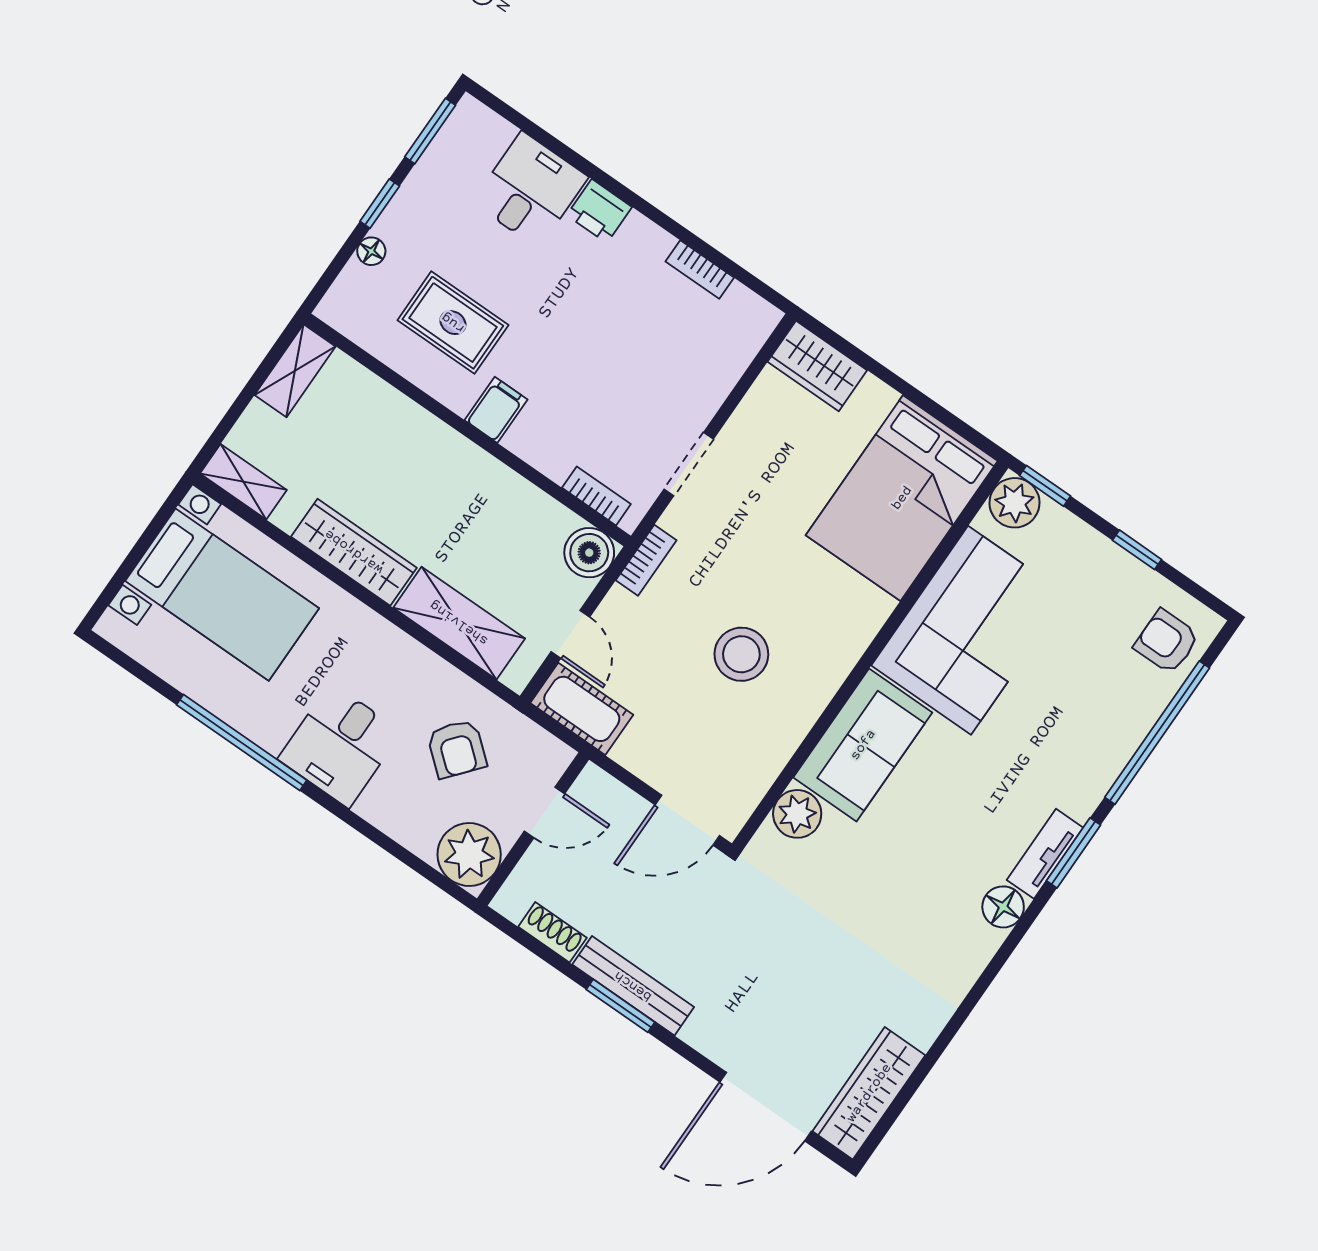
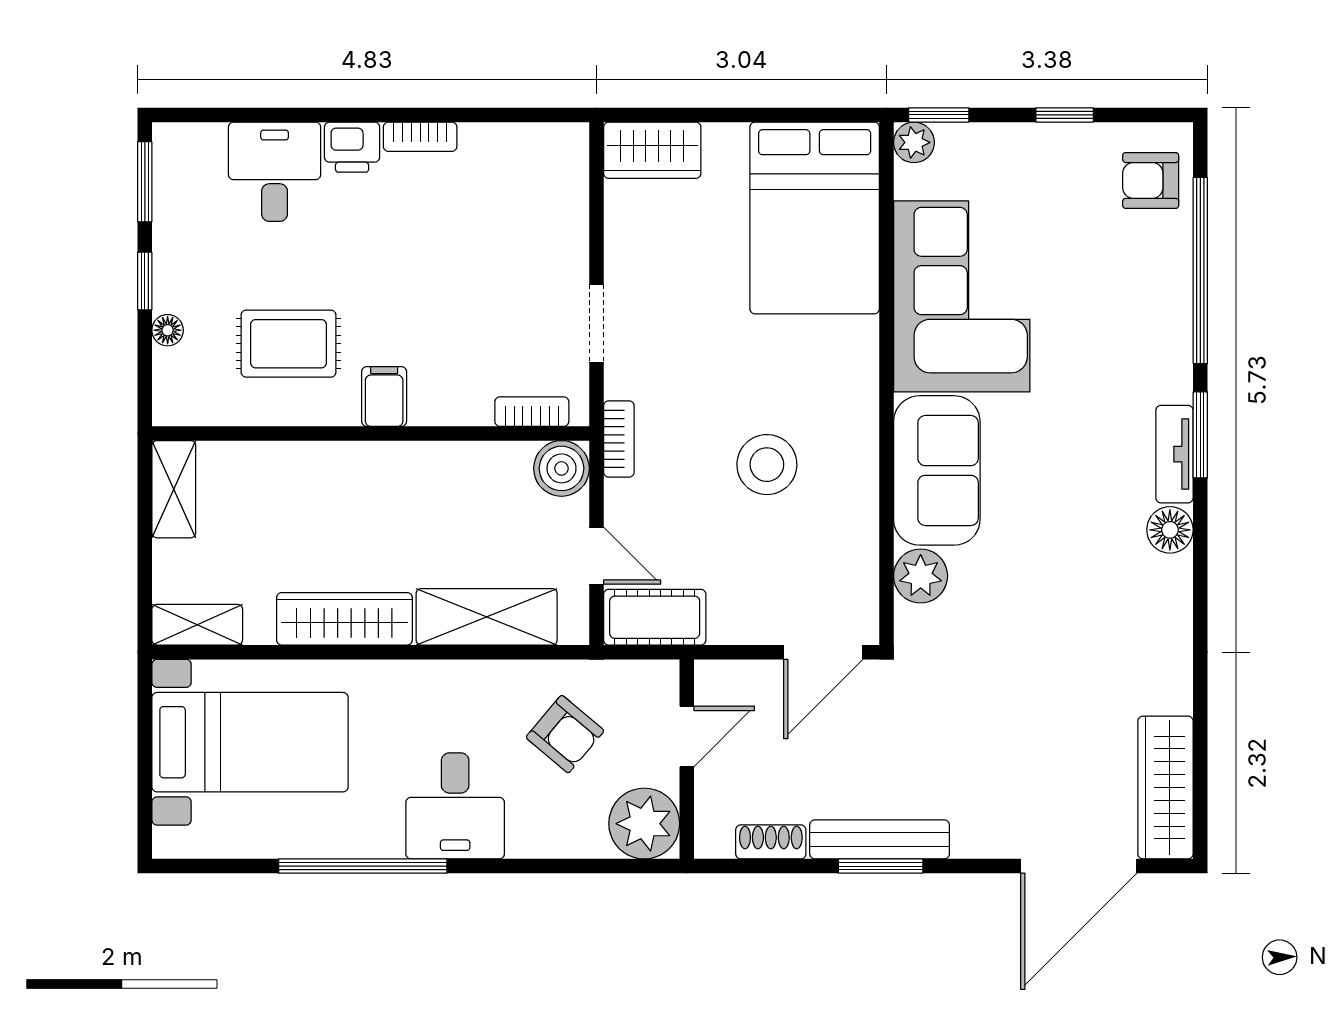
bookcase: (700, 270) -> (420, 137), moved
plant: (1015, 503) -> (914, 142), width x0.73, depth x0.73

